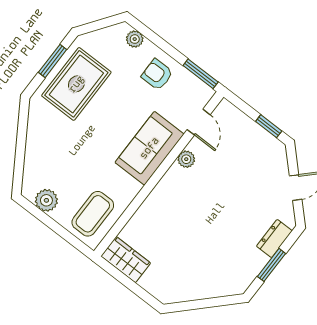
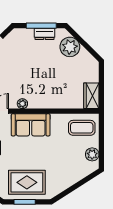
dresser: (274, 239) -> (44, 34), moved
window: (271, 265) -> (41, 26), width x1.44
plant: (213, 281) -> (70, 47), added

